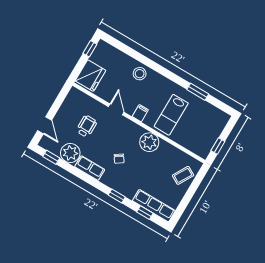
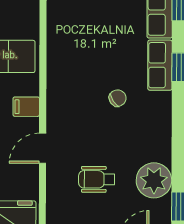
plant: (149, 142) -> (64, 66), removed
row of seats: (90, 168) -> (160, 65), moved

